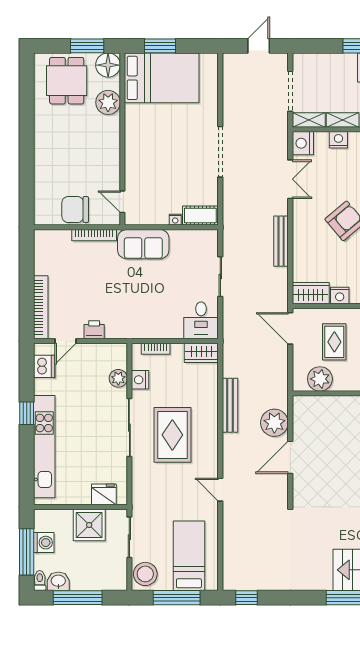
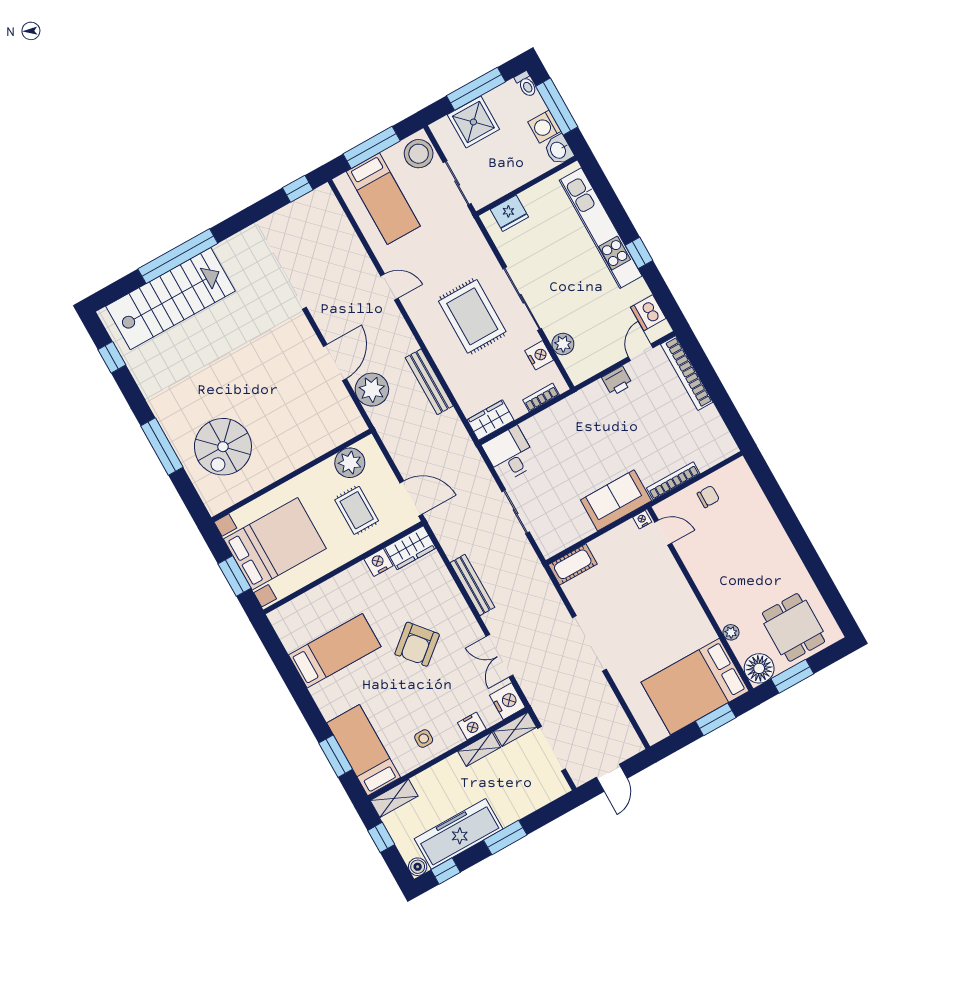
plant: (108, 102) -> (731, 632), width x0.53, depth x0.53
chair: (75, 210) -> (708, 497), width x0.54, depth x0.54
nightstand: (175, 220) -> (642, 520), moved
shower: (89, 525) -> (473, 122), moved
washbasin: (58, 581) -> (559, 150), moved, turned 90

